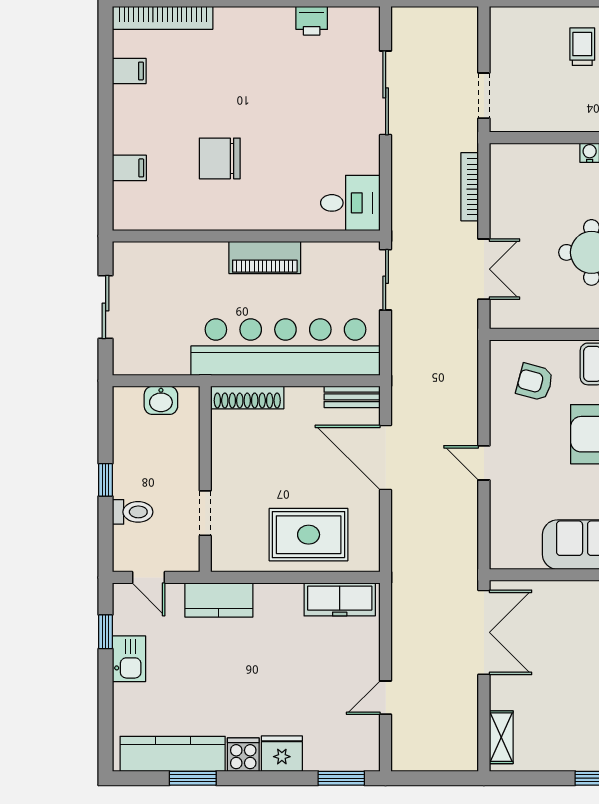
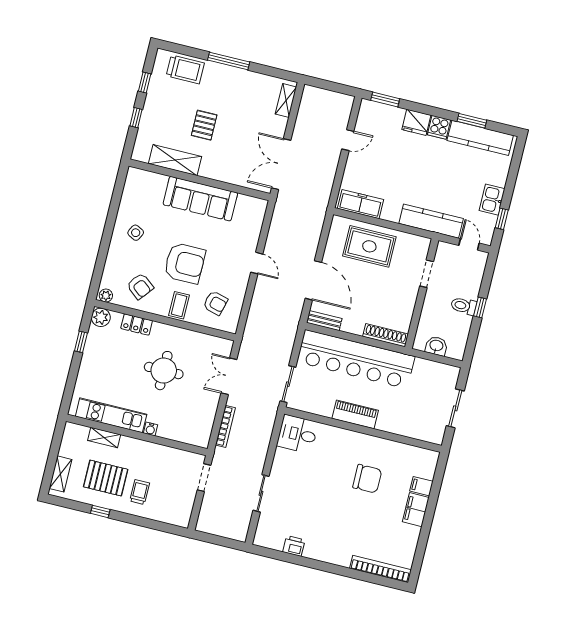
trolley: (582, 47) -> (140, 492), turned 180
filing cabinet: (129, 71) -> (416, 510), moved, width x2.00
sliding door: (386, 93) -> (261, 493), width x0.73
toilet: (133, 512) -> (464, 306), moved
kitchen counter: (219, 600) -> (431, 221), width x1.50

